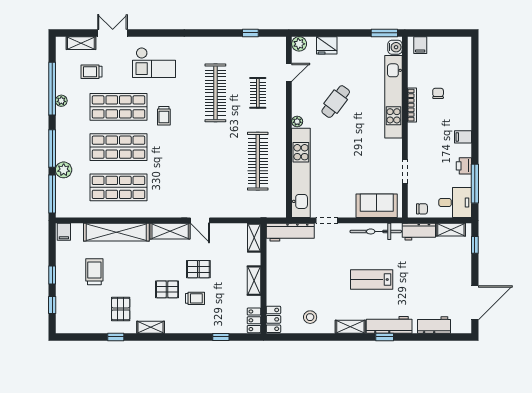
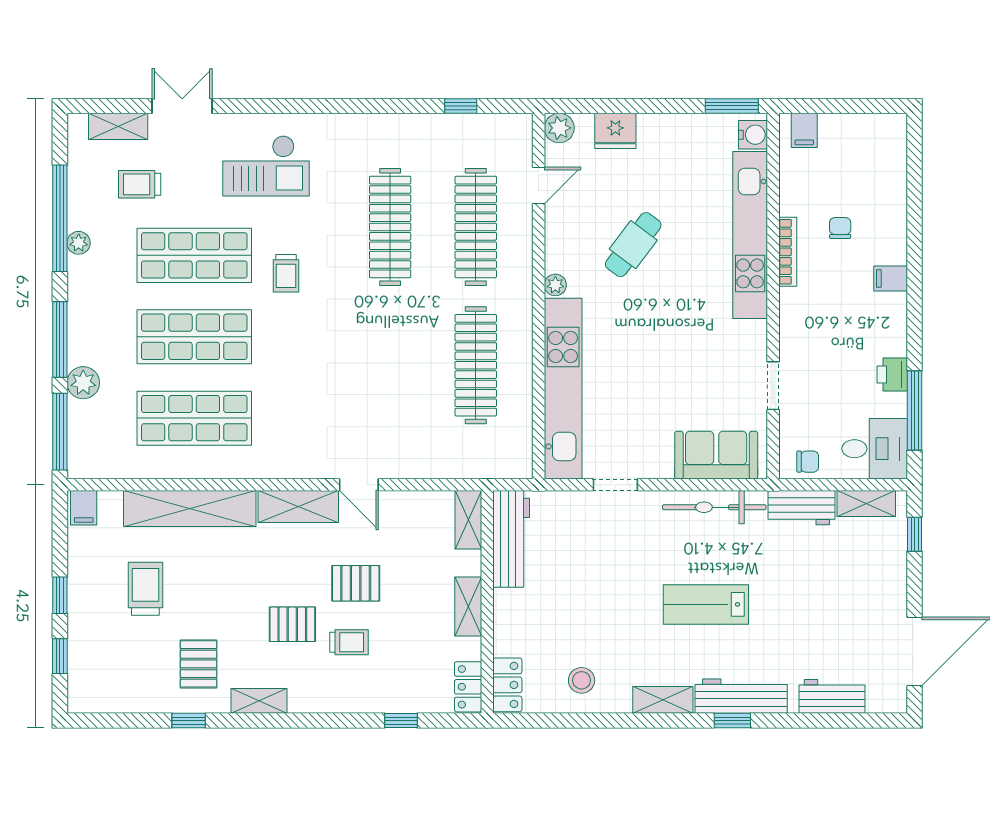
clothes rail: (258, 93) -> (476, 227), width x1.86, depth x1.31
filing cabinet: (463, 137) -> (891, 279), moved
workbench: (290, 232) -> (511, 539), moved, turned -90

